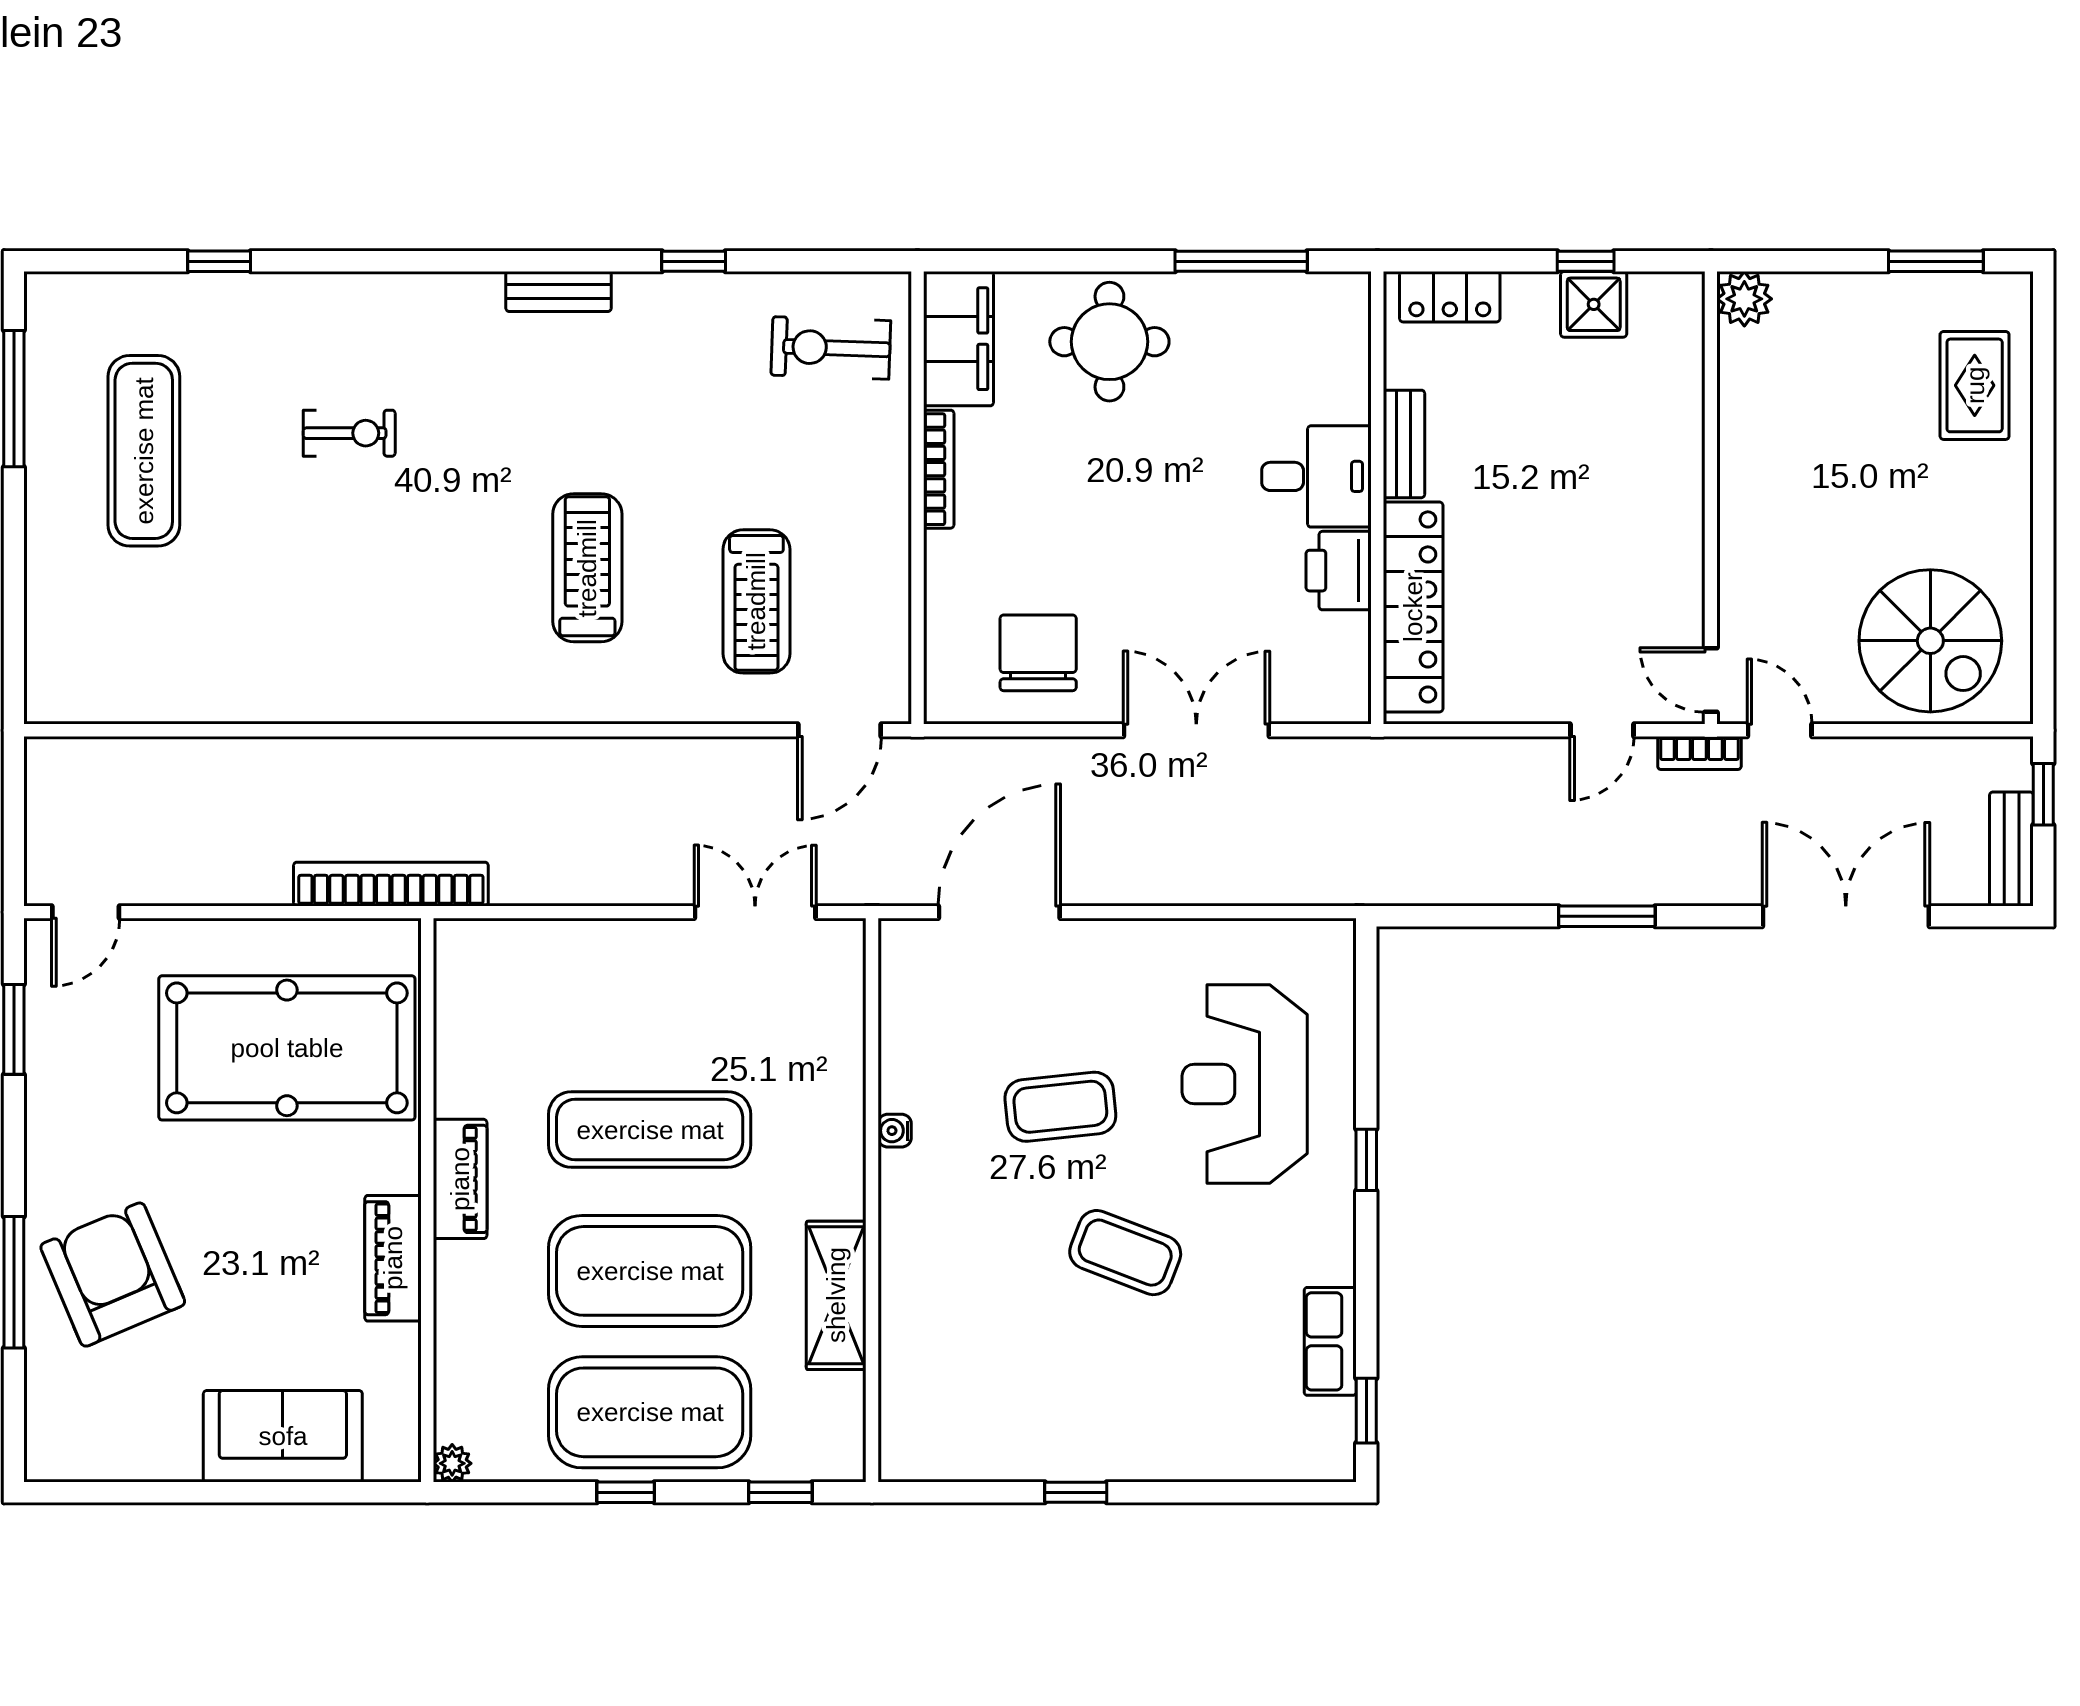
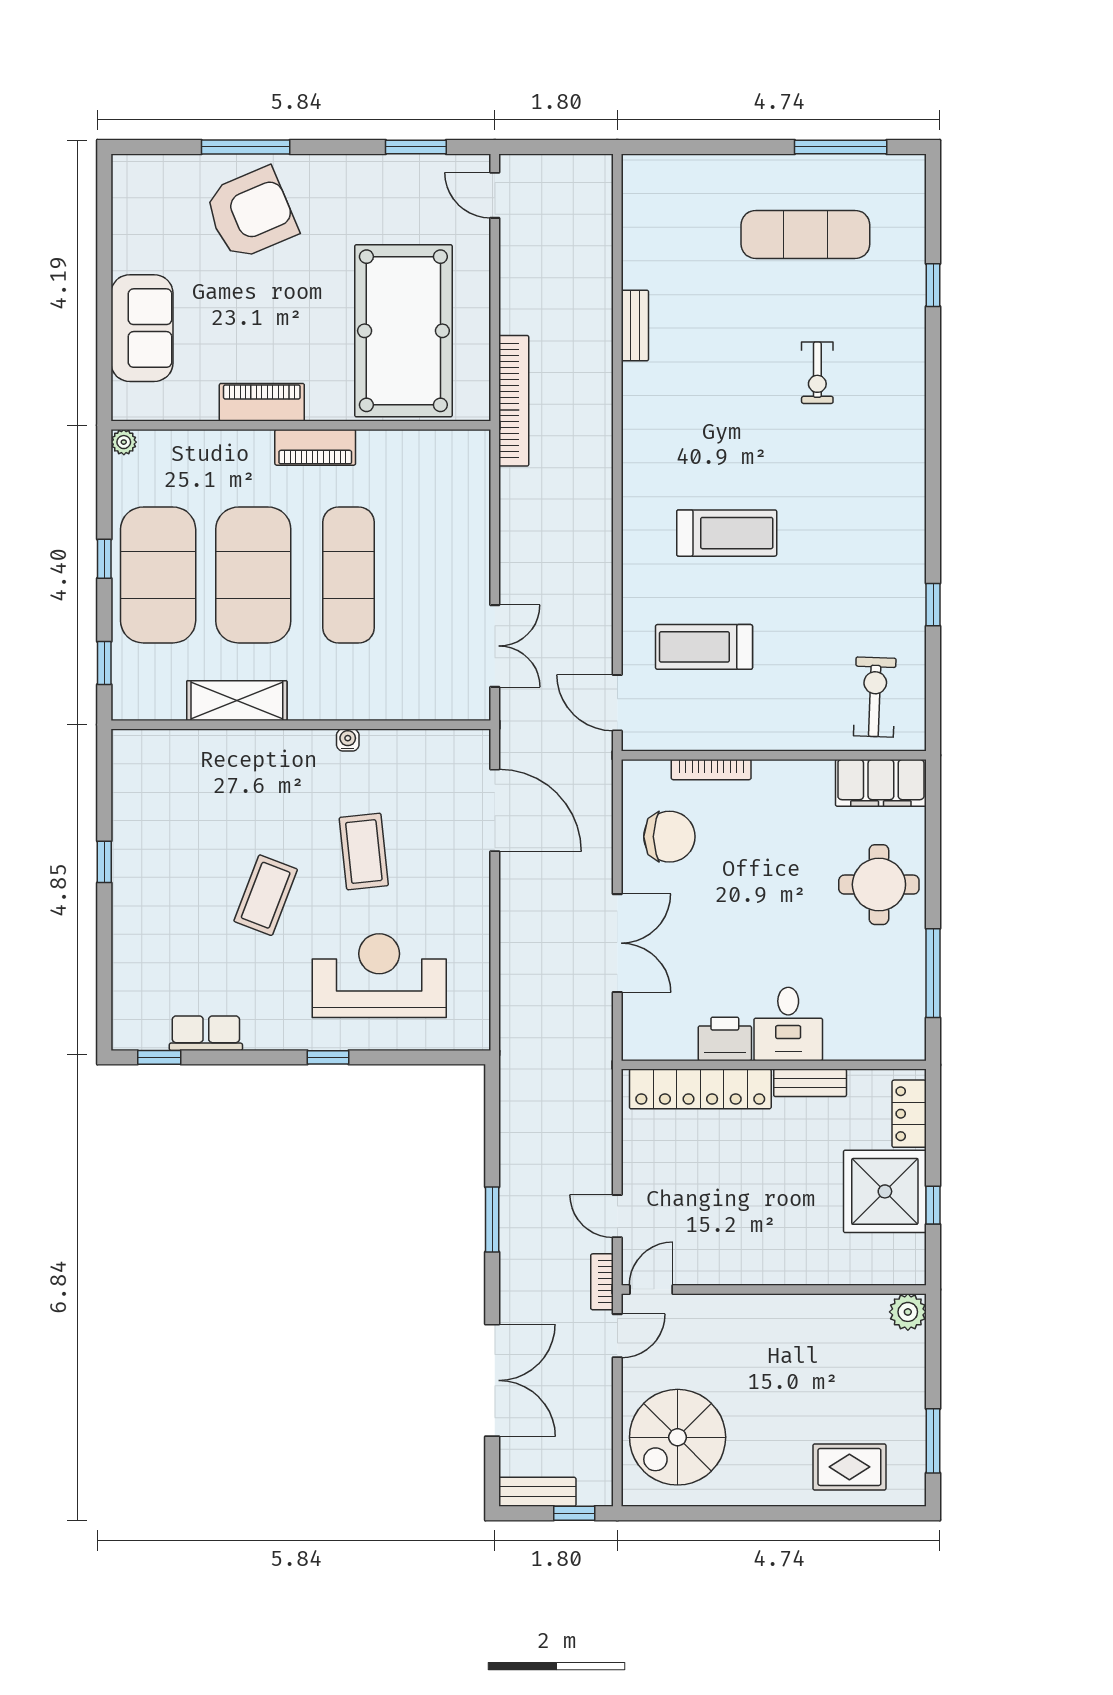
bench: (559, 292) -> (635, 325), moved
shower: (1594, 304) -> (885, 1191), width x1.86, depth x1.86
bookcase: (939, 469) -> (711, 770), moved

